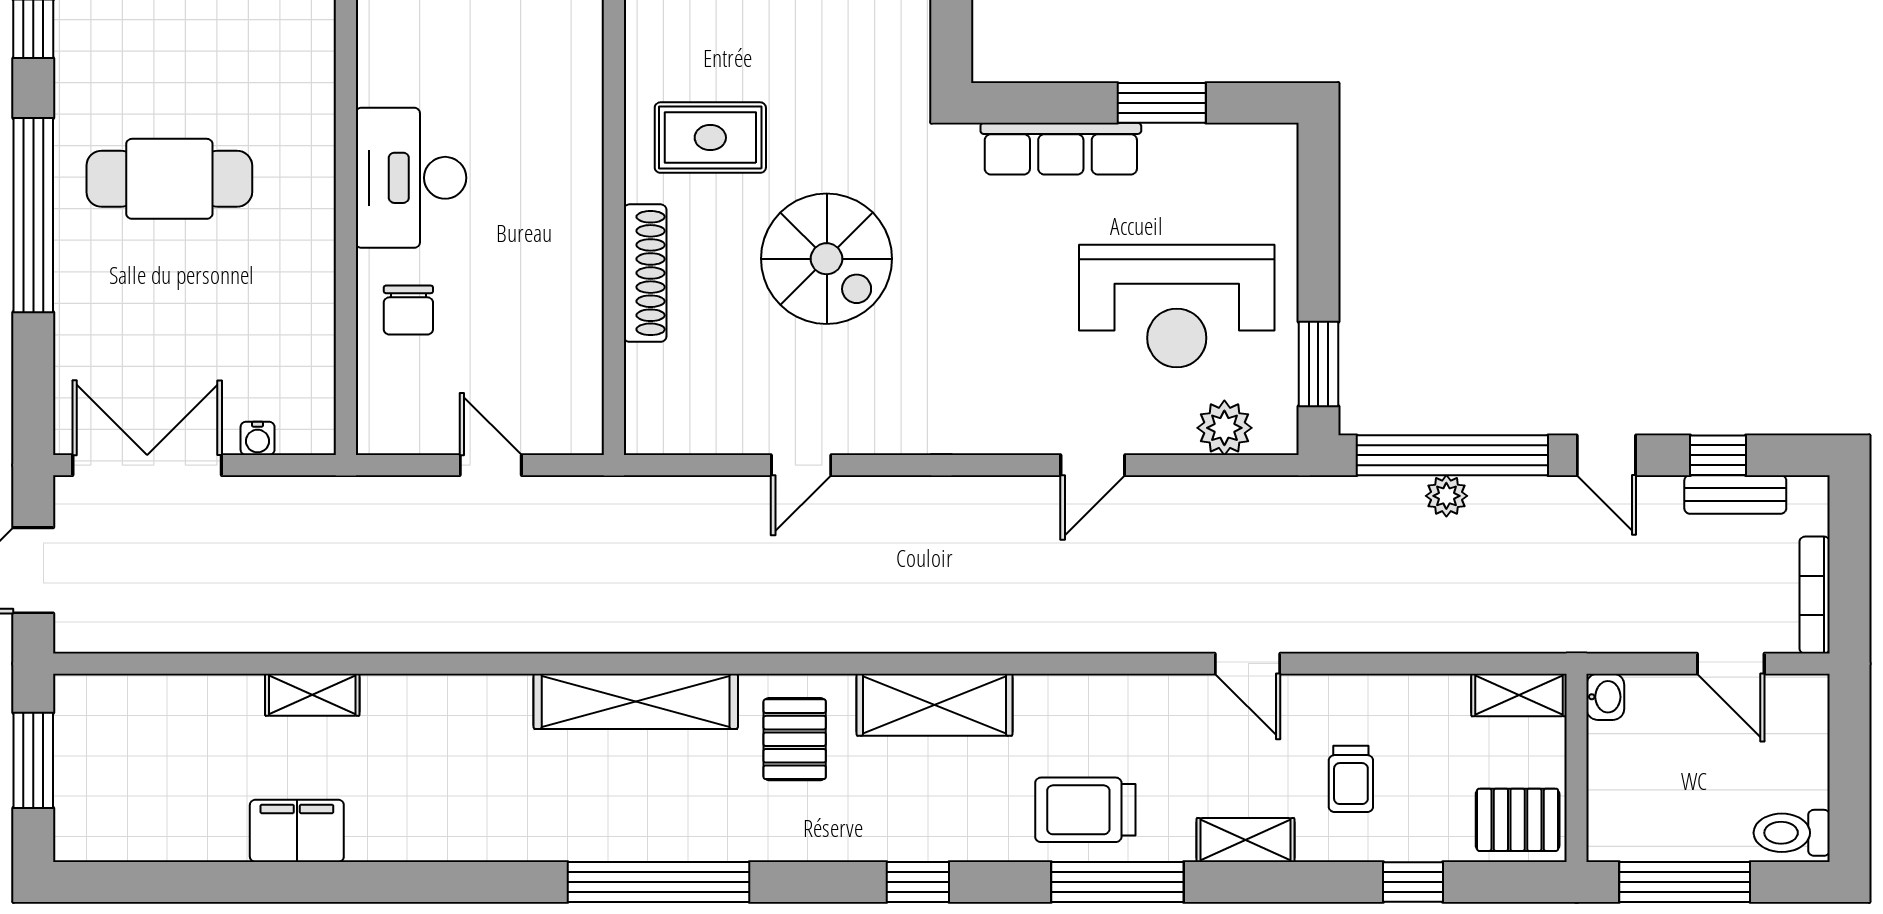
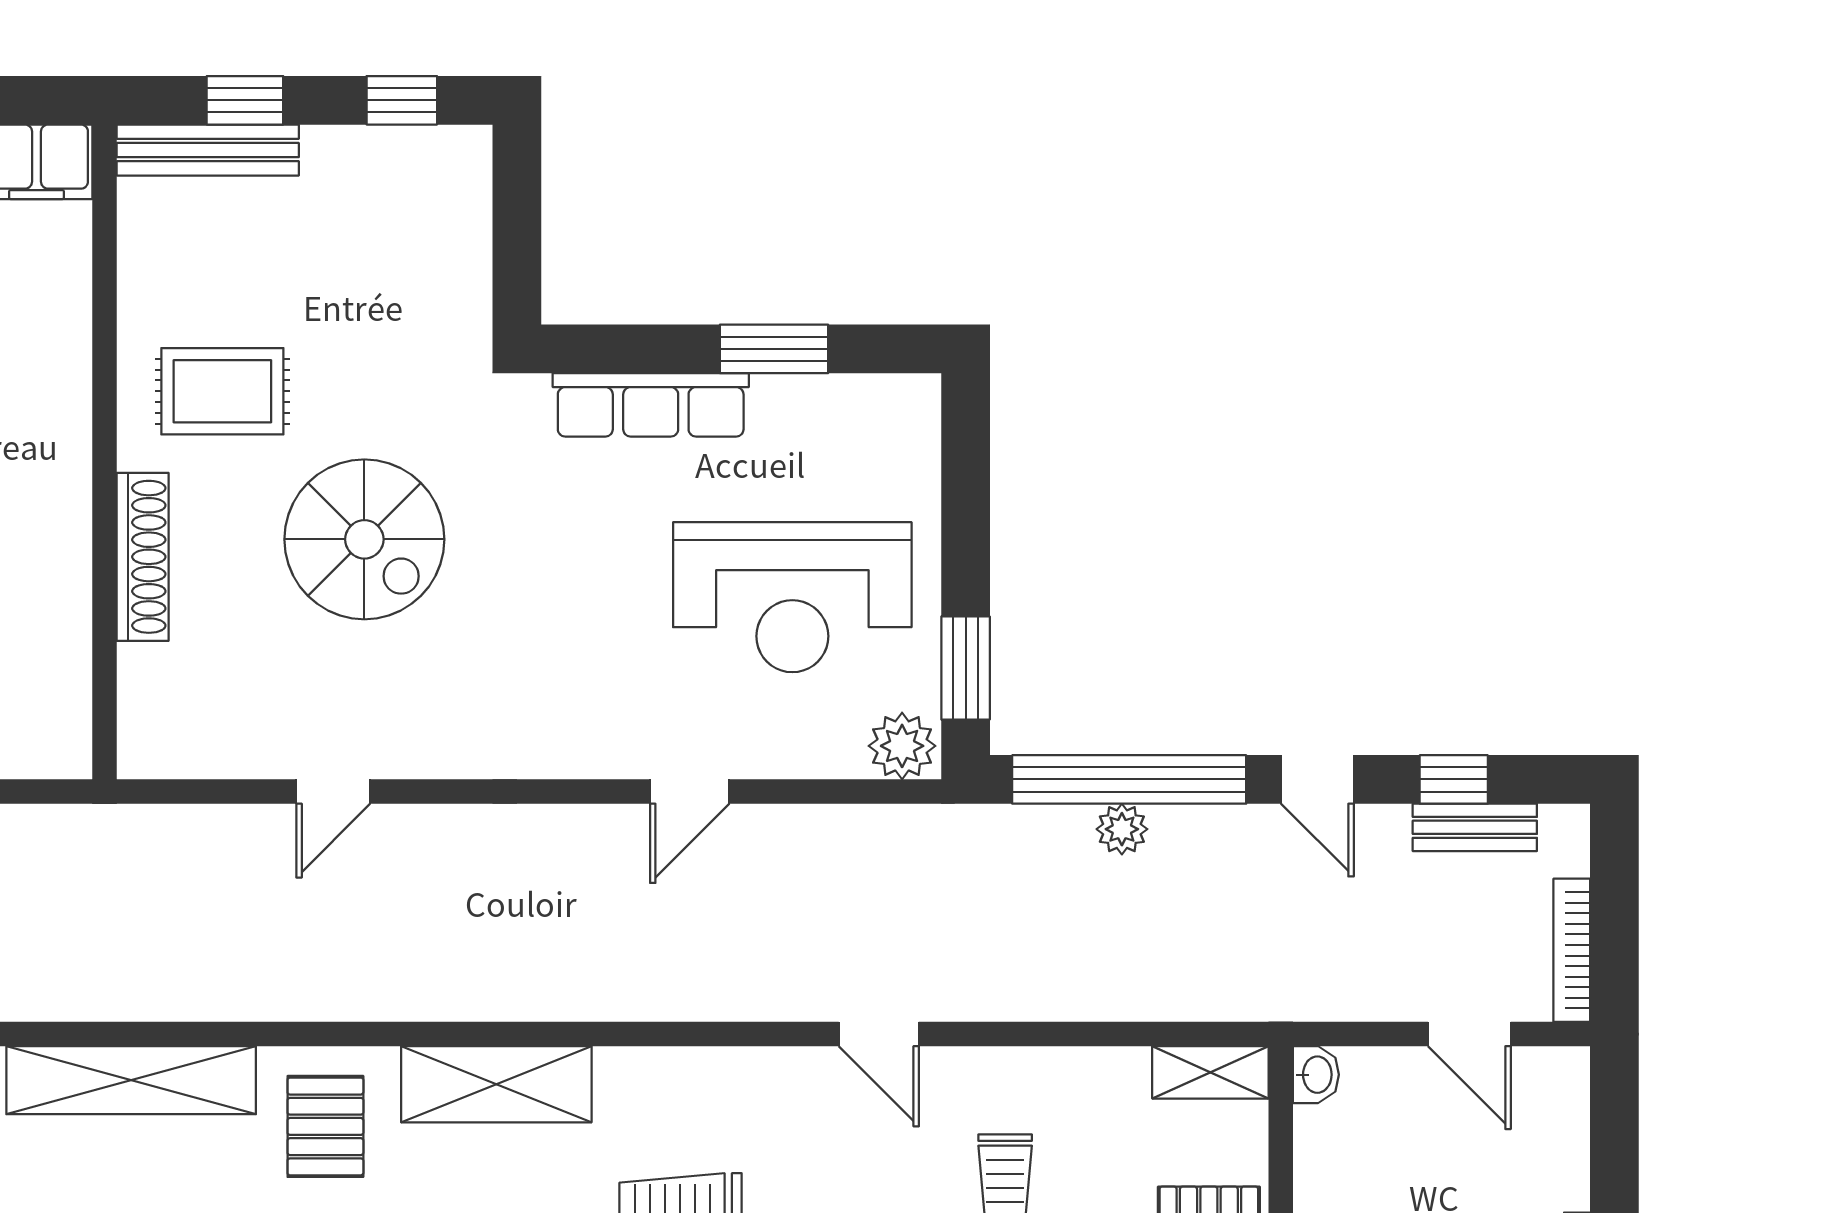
plant: (1224, 428) -> (902, 746), moved

